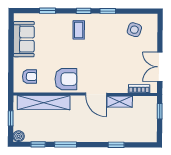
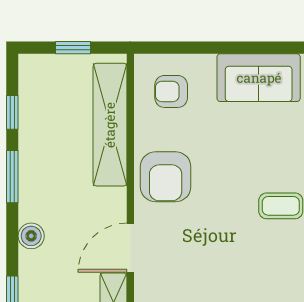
armchair: (30, 76) -> (171, 91), turned 90
boiler: (19, 136) -> (31, 236), moved

